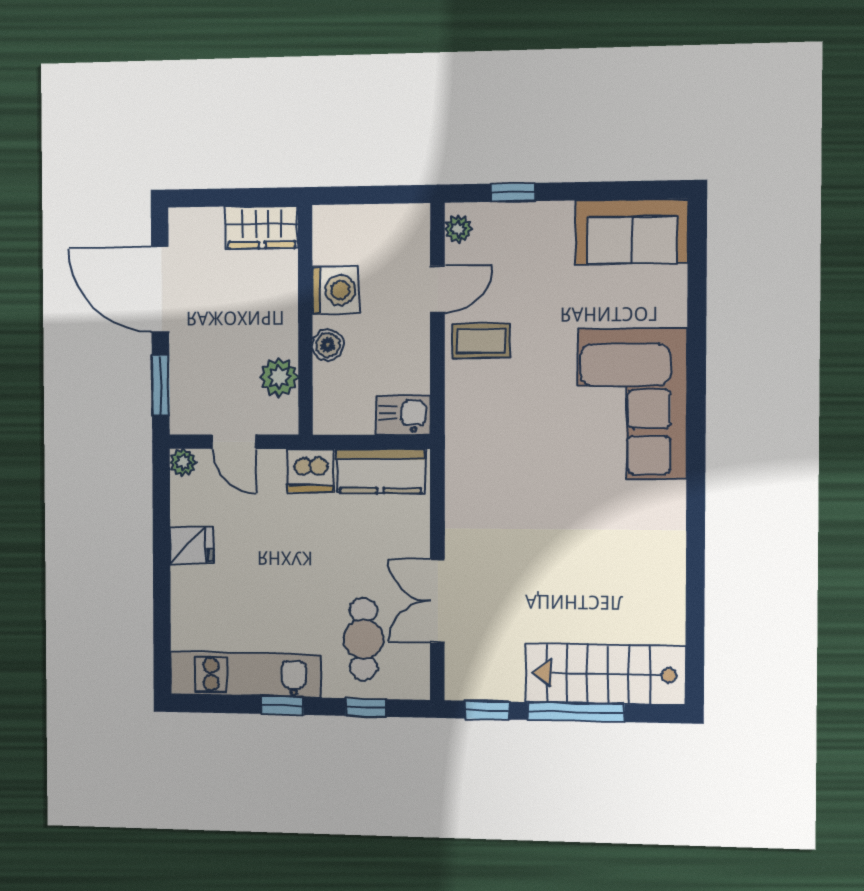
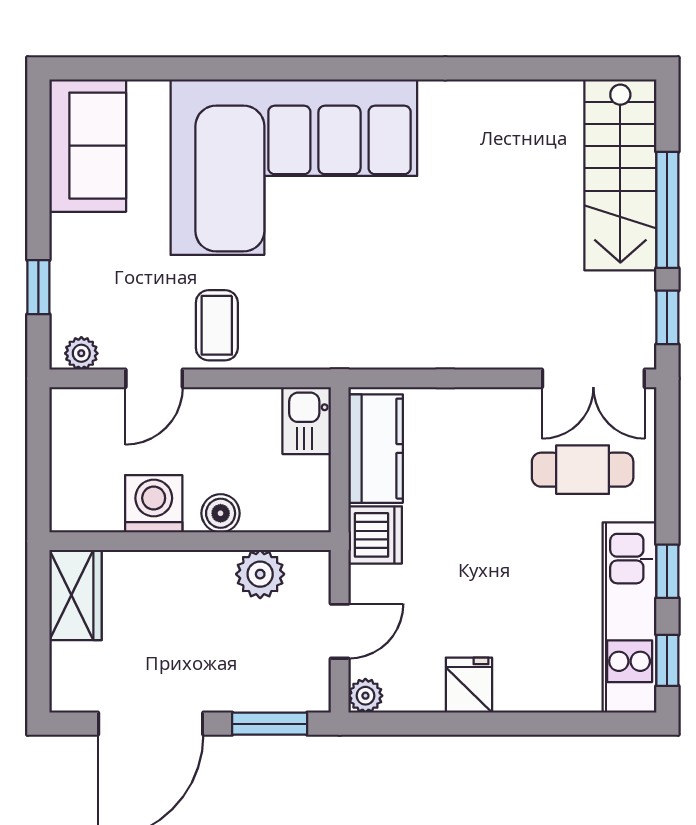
door: (437, 289) -> (154, 378), swing flipped
corner sofa: (632, 404) -> (294, 167), width x1.36, depth x1.36
double door: (437, 601) -> (593, 378), moved
window: (366, 707) -> (667, 660), moved

